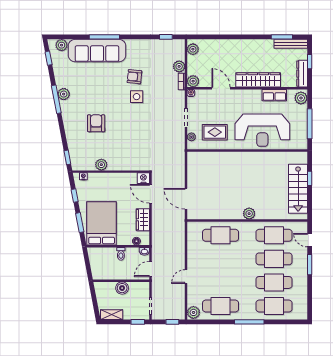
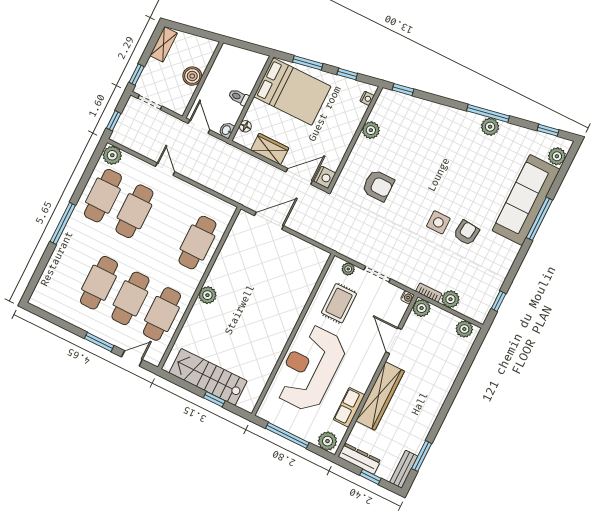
bench: (291, 44) -> (404, 469), width x0.73
door: (221, 88) -> (394, 341), swing flipped
armchair: (96, 123) -> (378, 186), moved
cafe table: (274, 306) -> (134, 211), moved

